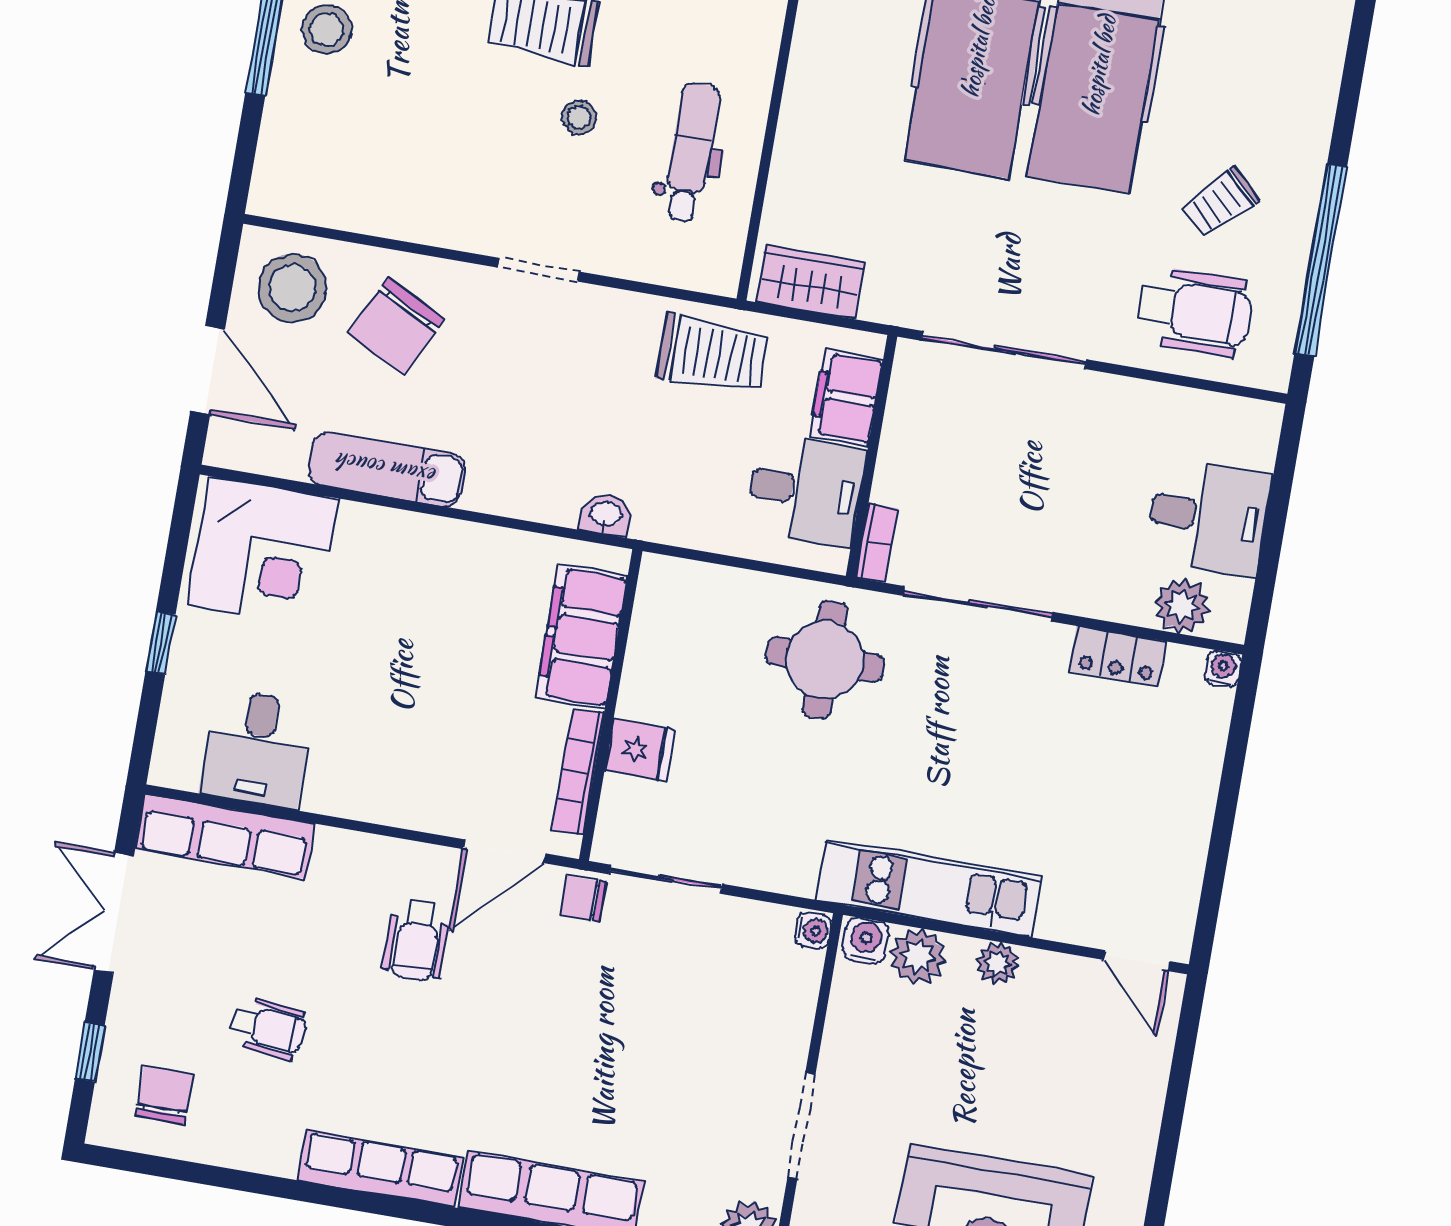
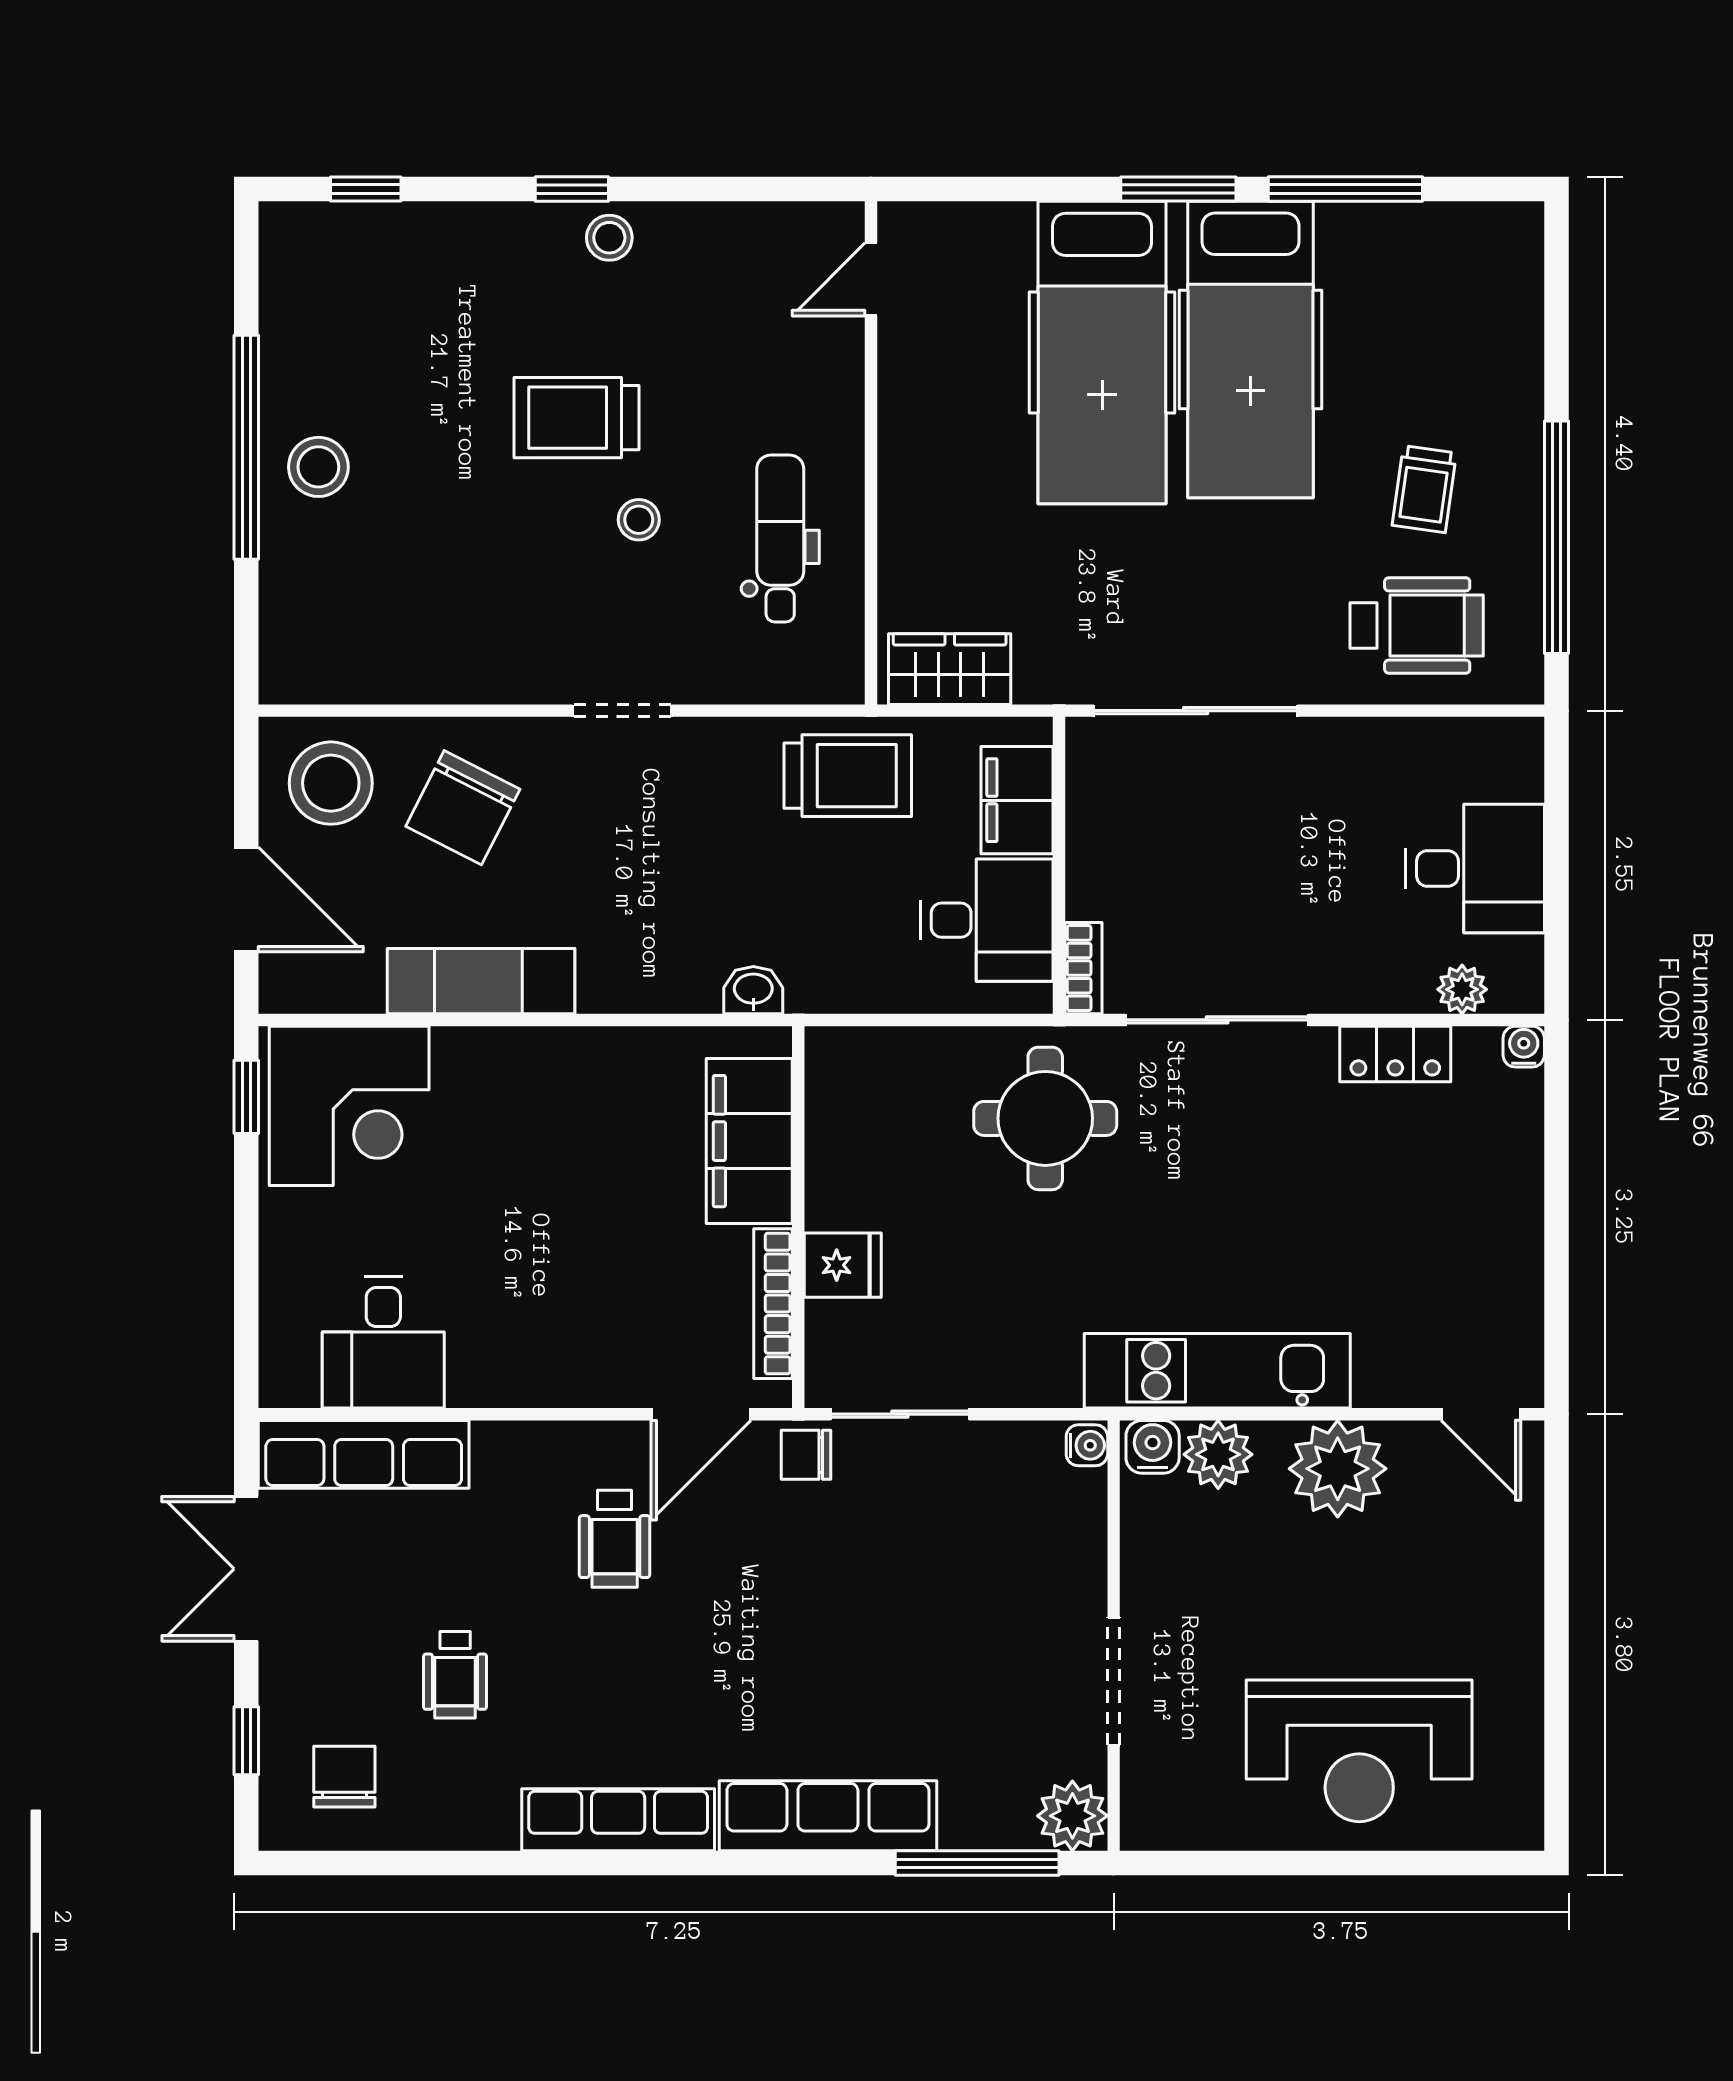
trolley: (1220, 203) -> (1424, 489), turned -36
plant: (1182, 606) -> (1462, 989), width x0.73, depth x0.73
window: (161, 643) -> (246, 1097), moved
plant: (998, 963) -> (1338, 1469), width x1.88, depth x1.88
wheelchair: (268, 1028) -> (455, 1675), turned 84

